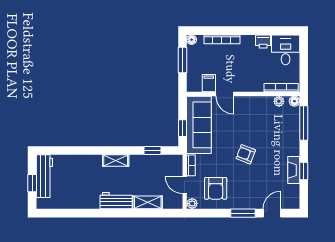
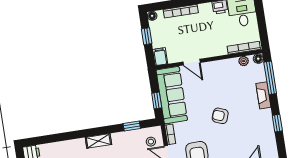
window: (183, 60) -> (147, 36), width x0.67
filing cabinet: (209, 83) -> (160, 57), moved
stool: (170, 170) -> (151, 142), added
fireplace: (294, 170) -> (263, 95), moved

